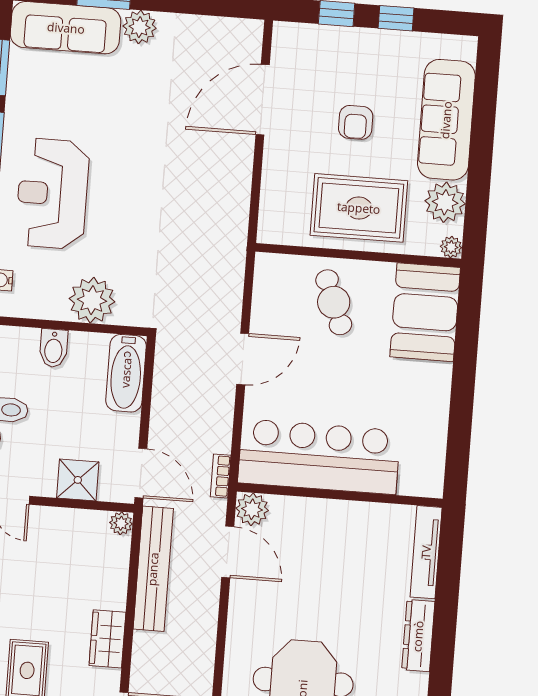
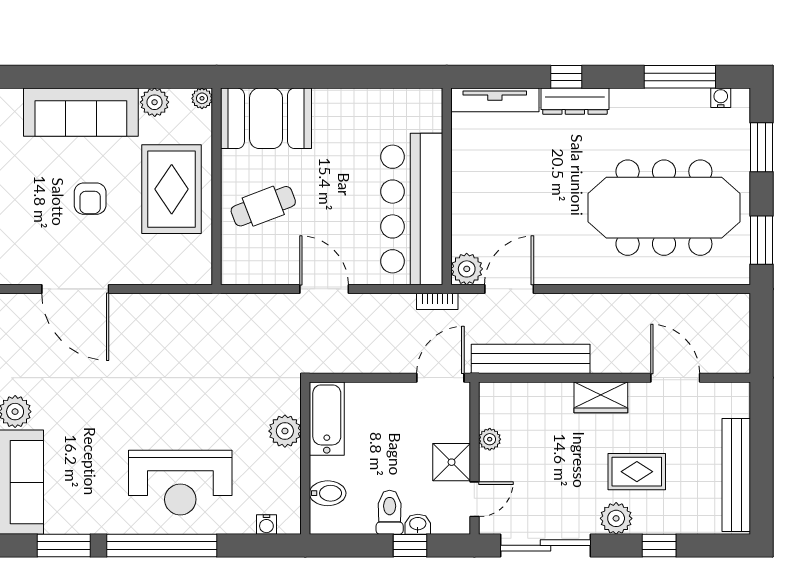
armchair: (356, 122) -> (90, 199), turned 90
plant: (445, 202) -> (155, 102), width x0.73, depth x0.73
plant: (92, 300) -> (285, 431), width x0.73, depth x0.73
bidet: (54, 348) -> (328, 493), moved
bathtub: (126, 373) -> (327, 419), moved, turned -90
shower: (78, 480) -> (452, 462), moved
plant: (121, 523) -> (490, 439), moved
window: (444, 629) -> (566, 77), added

